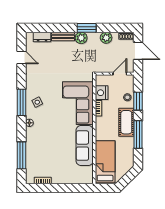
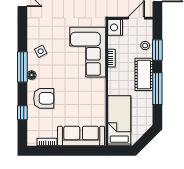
nightstand: (102, 93) -> (115, 27), moved
window: (21, 102) -> (22, 67), moved
armchair: (40, 143) -> (44, 98), added
sofa: (85, 146) -> (81, 136), moved, turned 90
window: (21, 155) -> (22, 113), width x0.46

